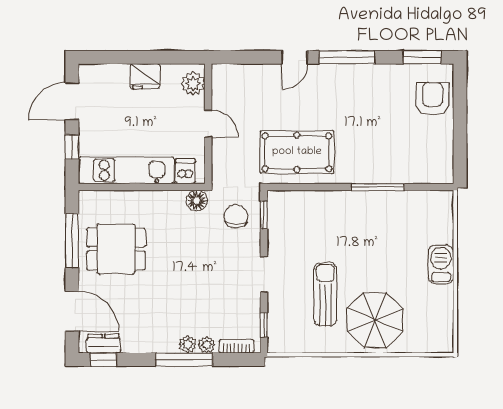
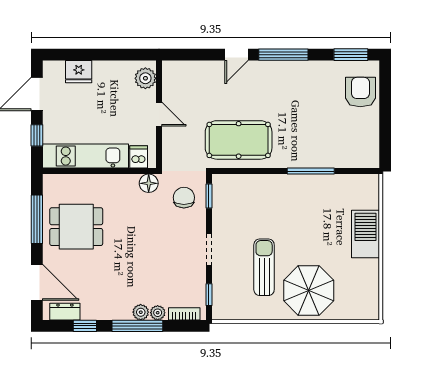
fridge: (145, 76) -> (79, 72), moved
barbecue: (441, 264) -> (365, 234), width x1.37, depth x1.21
window: (103, 360) -> (85, 326), moved

